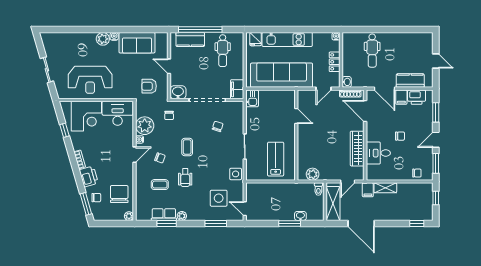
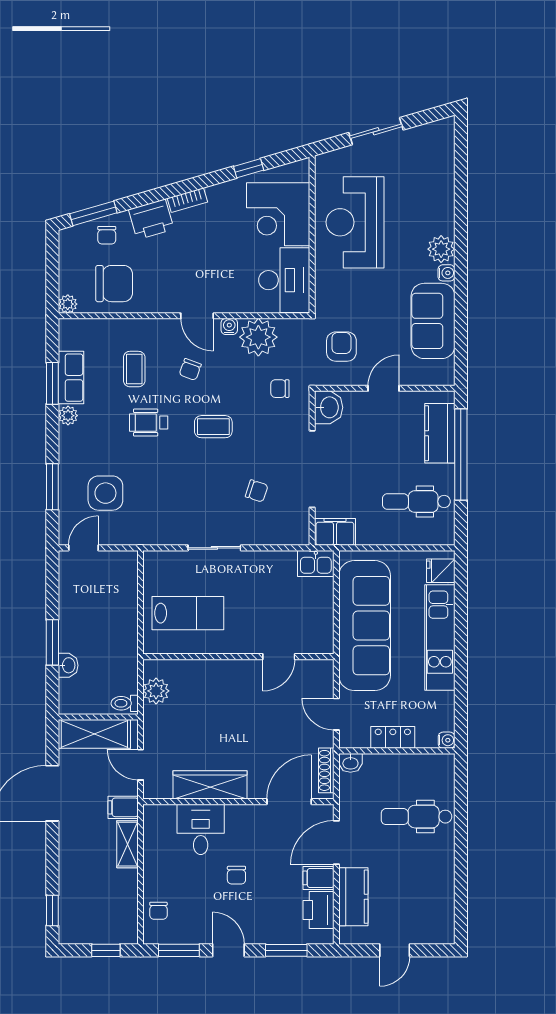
side table: (236, 174) -> (157, 529), removed

